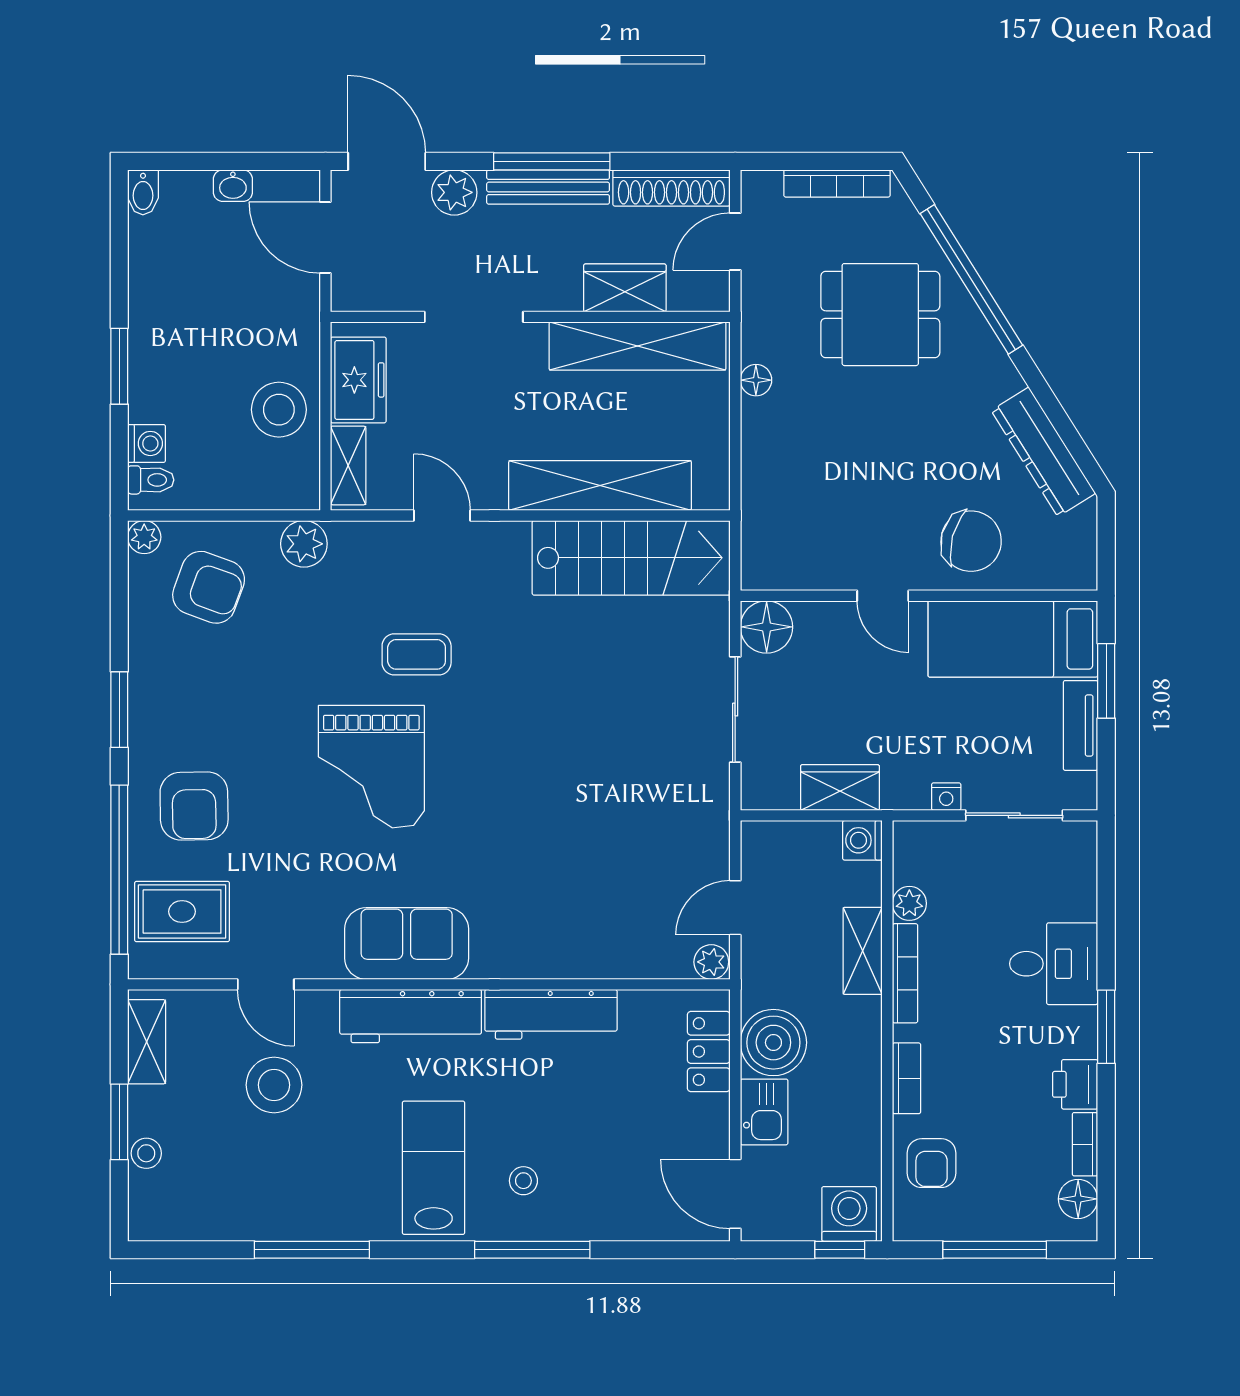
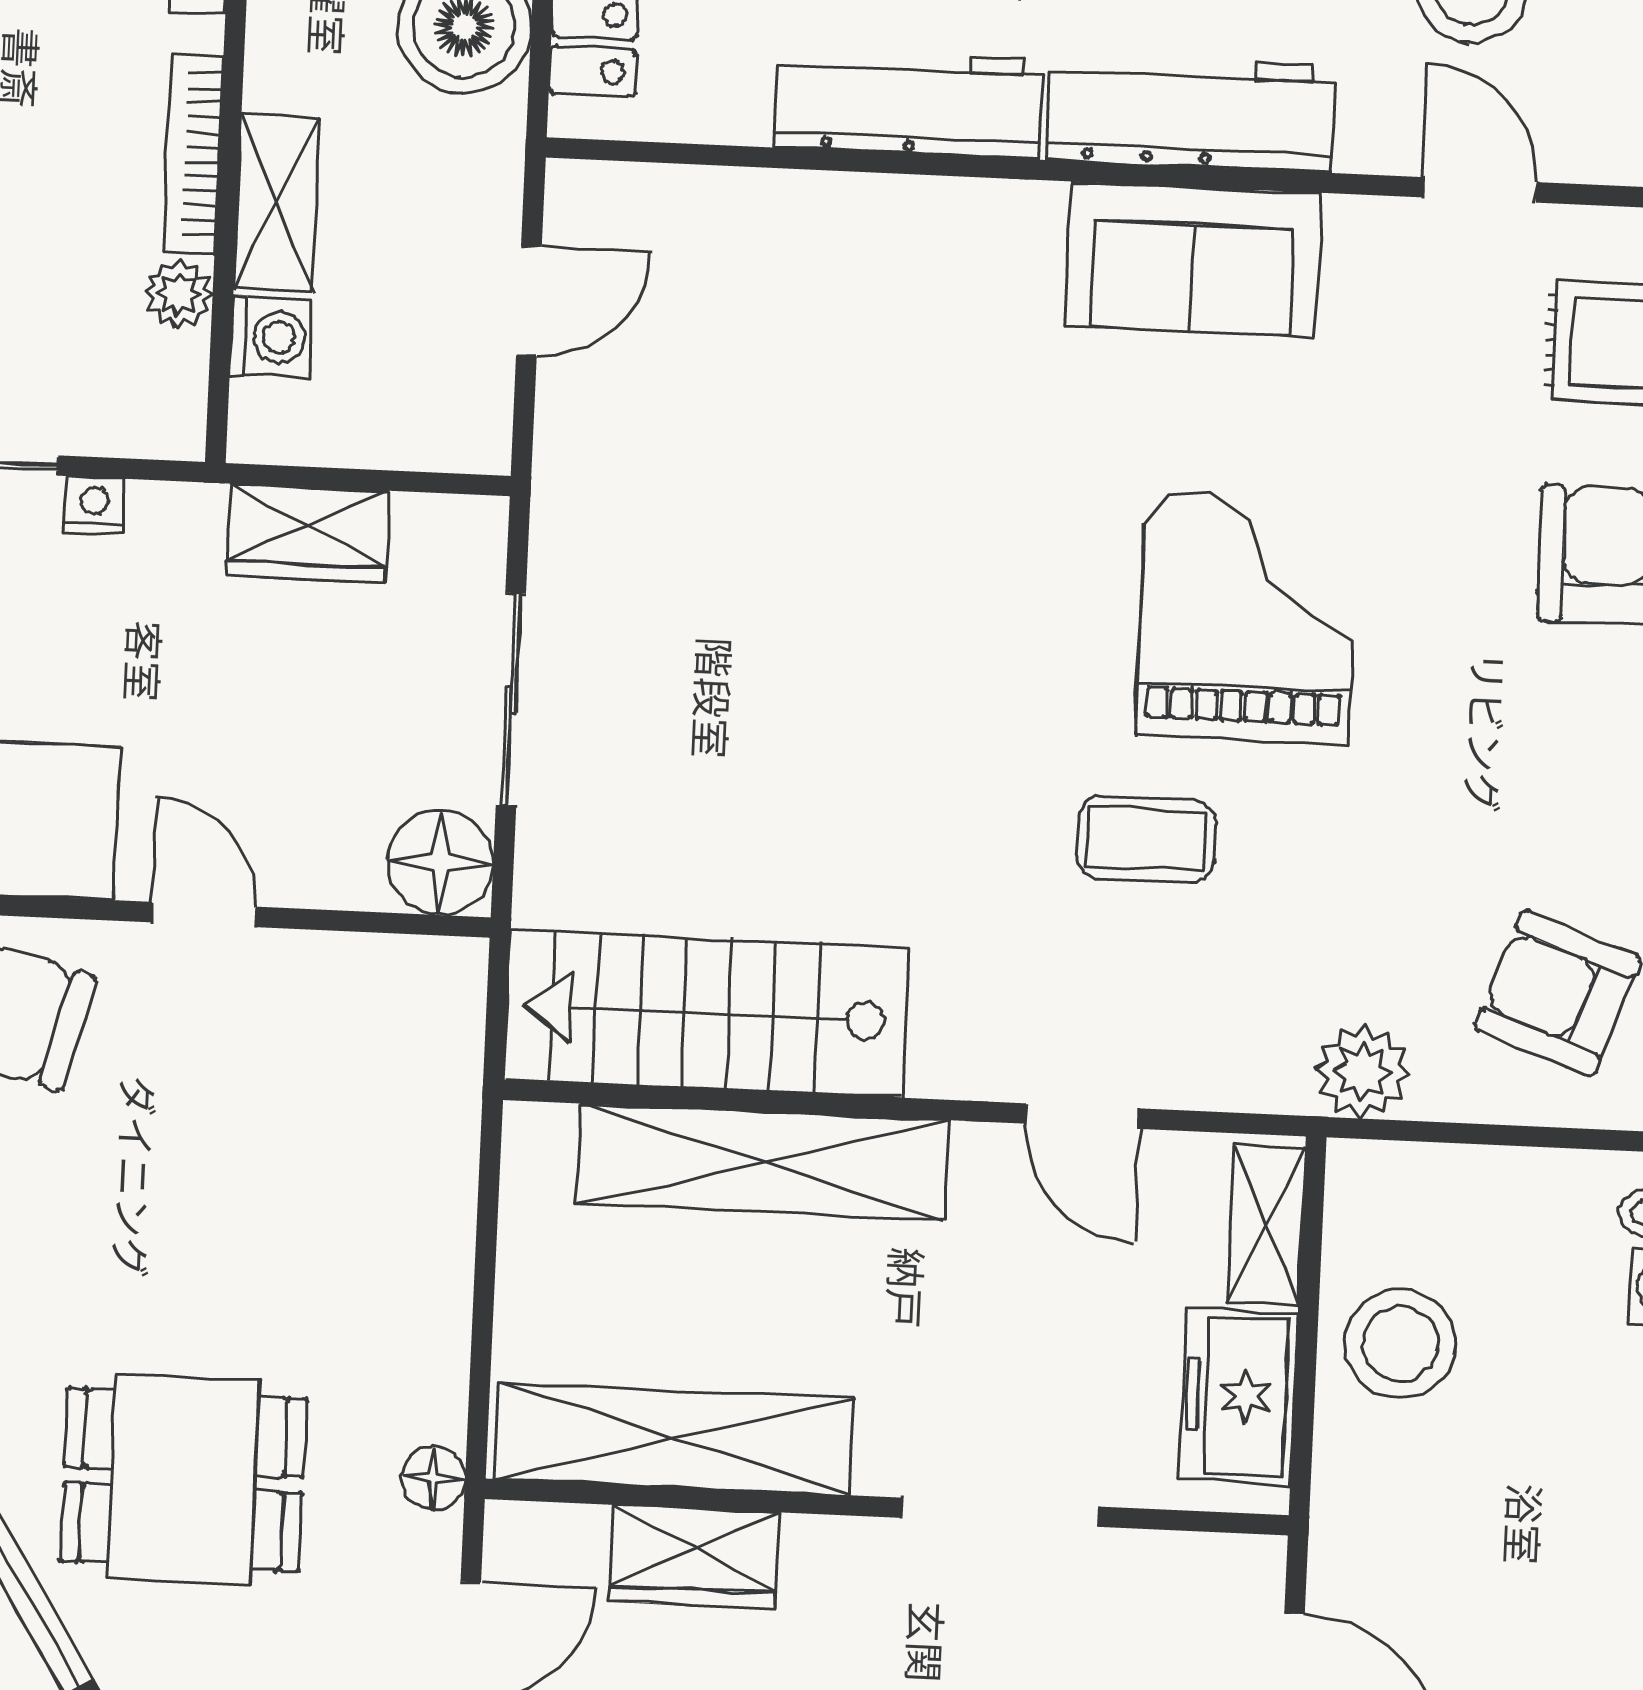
floor lamp: (756, 380) -> (434, 1478), moved
washing machine: (862, 840) -> (271, 337), moved
plant: (711, 962) -> (582, 194), removed

